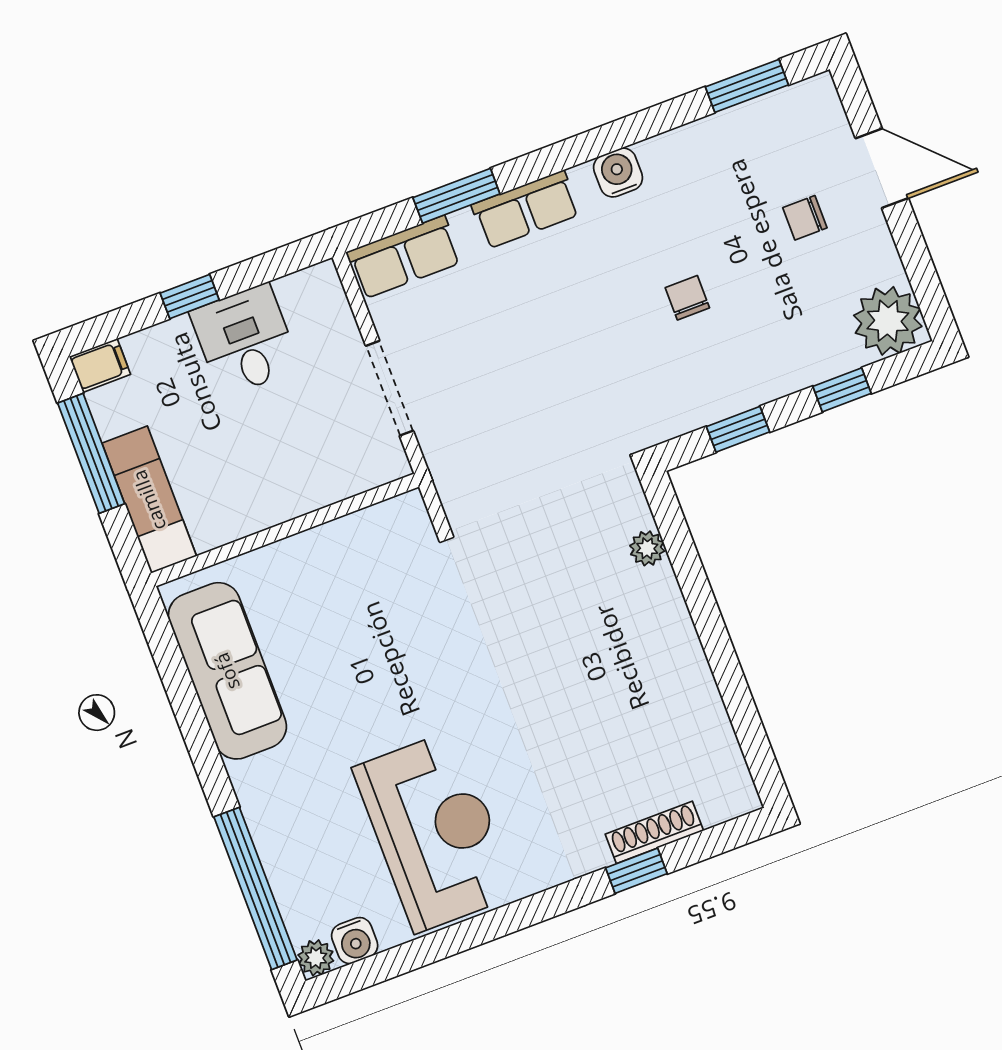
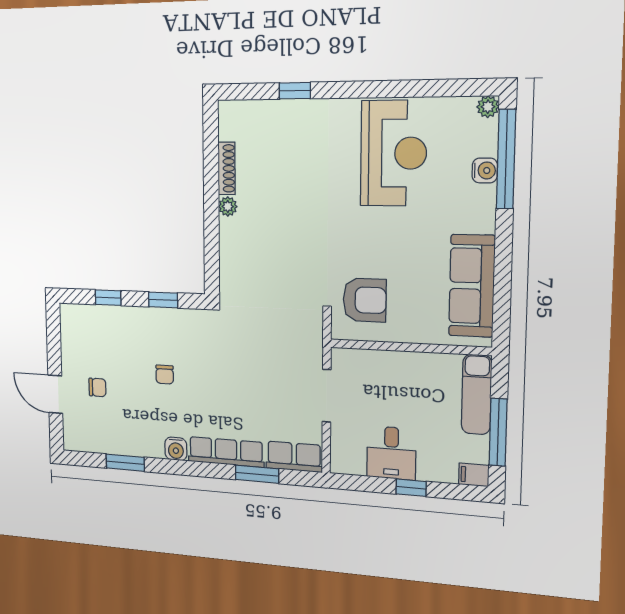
window: (747, 86) -> (125, 463), moved
row of seats: (526, 210) -> (226, 452), width x1.48
plant: (888, 321) -> (76, 321), removed
plant: (647, 548) -> (228, 206), moved
armchair: (389, 576) -> (365, 300), added
reception desk: (435, 831) -> (393, 153), turned 180
shoe rack: (654, 832) -> (227, 168), moved, turned -90
water cooler: (355, 941) -> (485, 170), moved, turned 90

